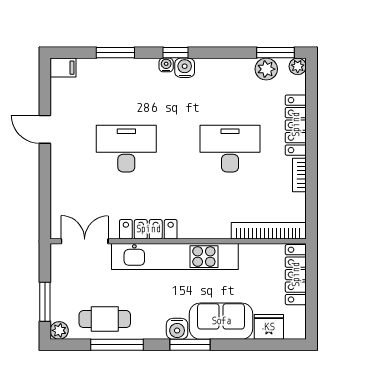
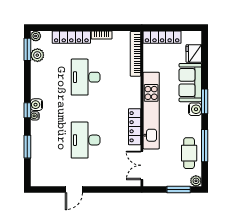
filing cabinet: (63, 68) -> (36, 178), removed

